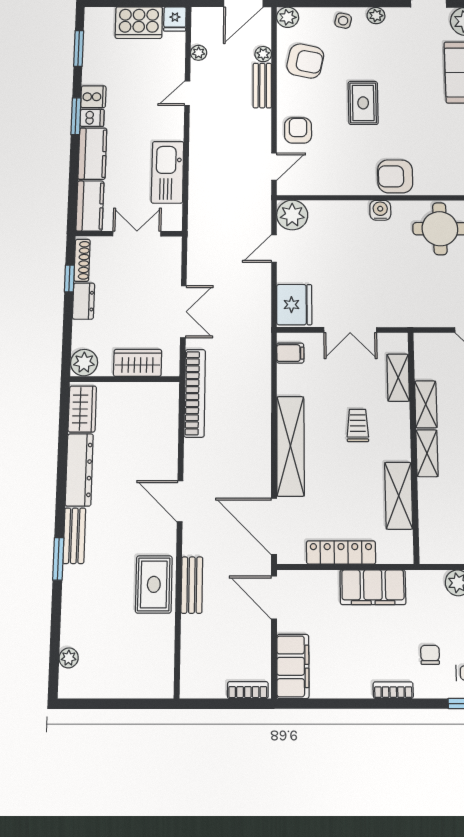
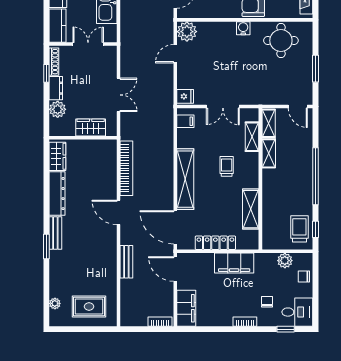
fridge: (294, 305) -> (185, 96), width x0.53, depth x0.75
plant: (84, 363) -> (58, 109), moved
bookcase: (195, 393) -> (126, 168), moved
shelving: (427, 453) -> (269, 123), moved
rug: (154, 584) -> (89, 306), moved, turned 90

